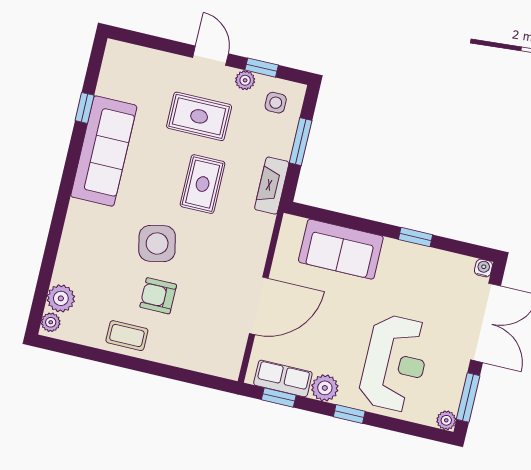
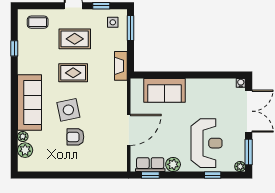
plant: (245, 80) -> (94, 14), removed
window: (301, 142) -> (130, 28), moved
sofa: (104, 151) -> (29, 102), moved
rug: (203, 184) -> (73, 73), moved, turned 90
window: (415, 237) -> (202, 75), removed
plant: (51, 322) -> (23, 136), moved
coffee table: (127, 336) -> (38, 22), moved
window: (349, 414) -> (213, 175), moved

